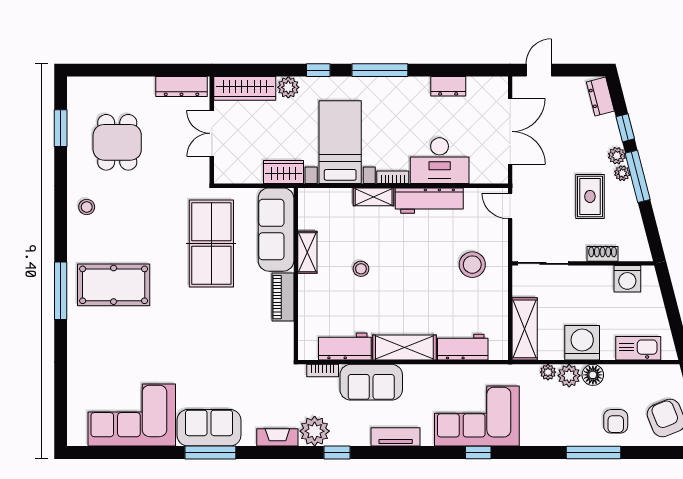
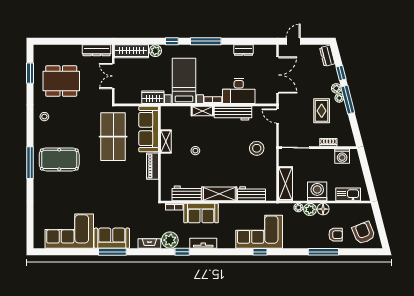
dining table: (117, 142) -> (61, 81), width x1.38
armchair: (616, 421) -> (336, 235), turned -90
tv unit: (396, 437) -> (203, 243), moved

